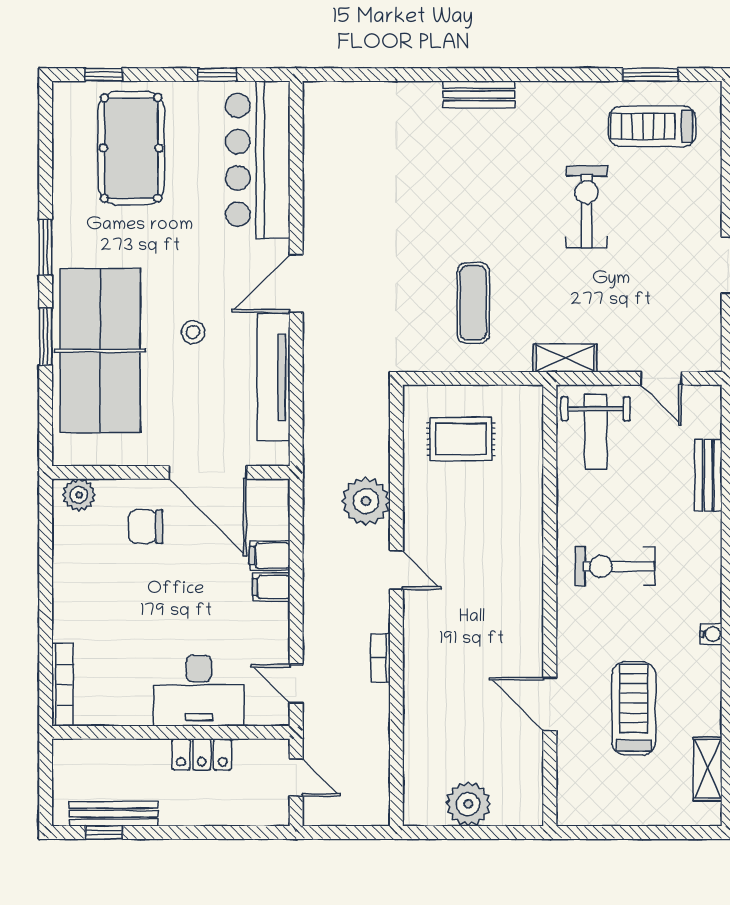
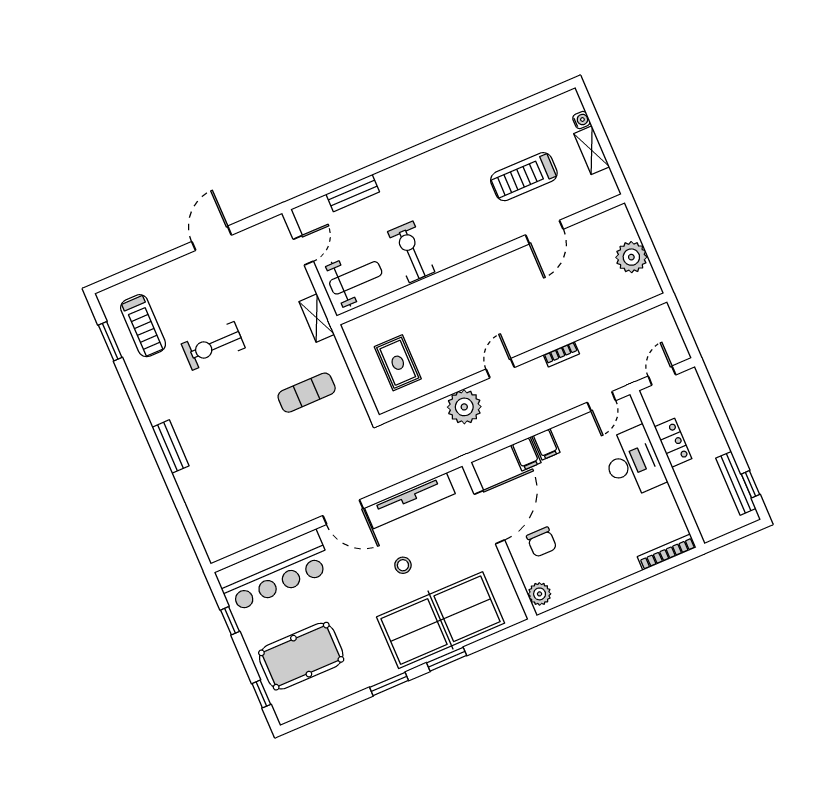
exercise bike: (615, 566) -> (411, 252), moved, turned 180
water cooler: (711, 634) -> (581, 120), moved, turned 90
shelving: (708, 769) -> (592, 150), moved, turned 90

